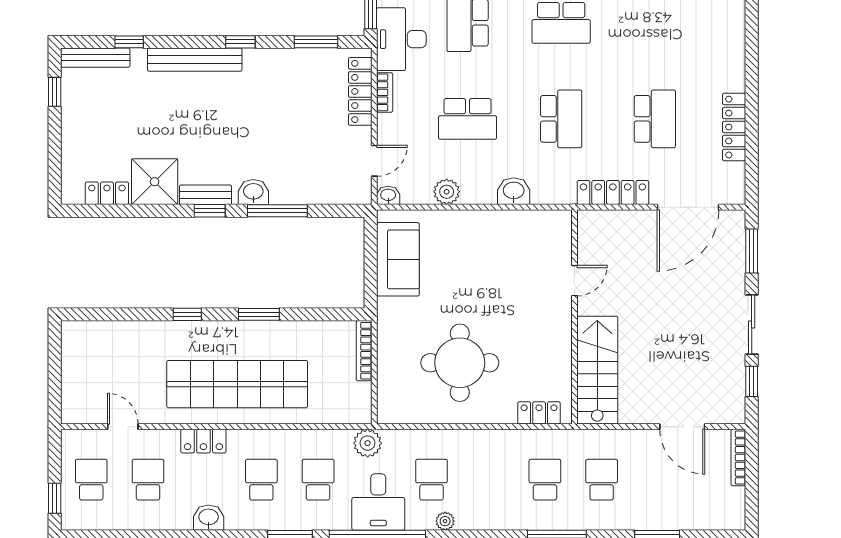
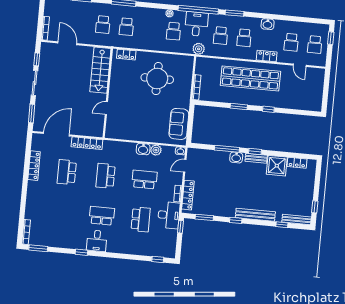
washbasin: (514, 191) -> (143, 149), moved

